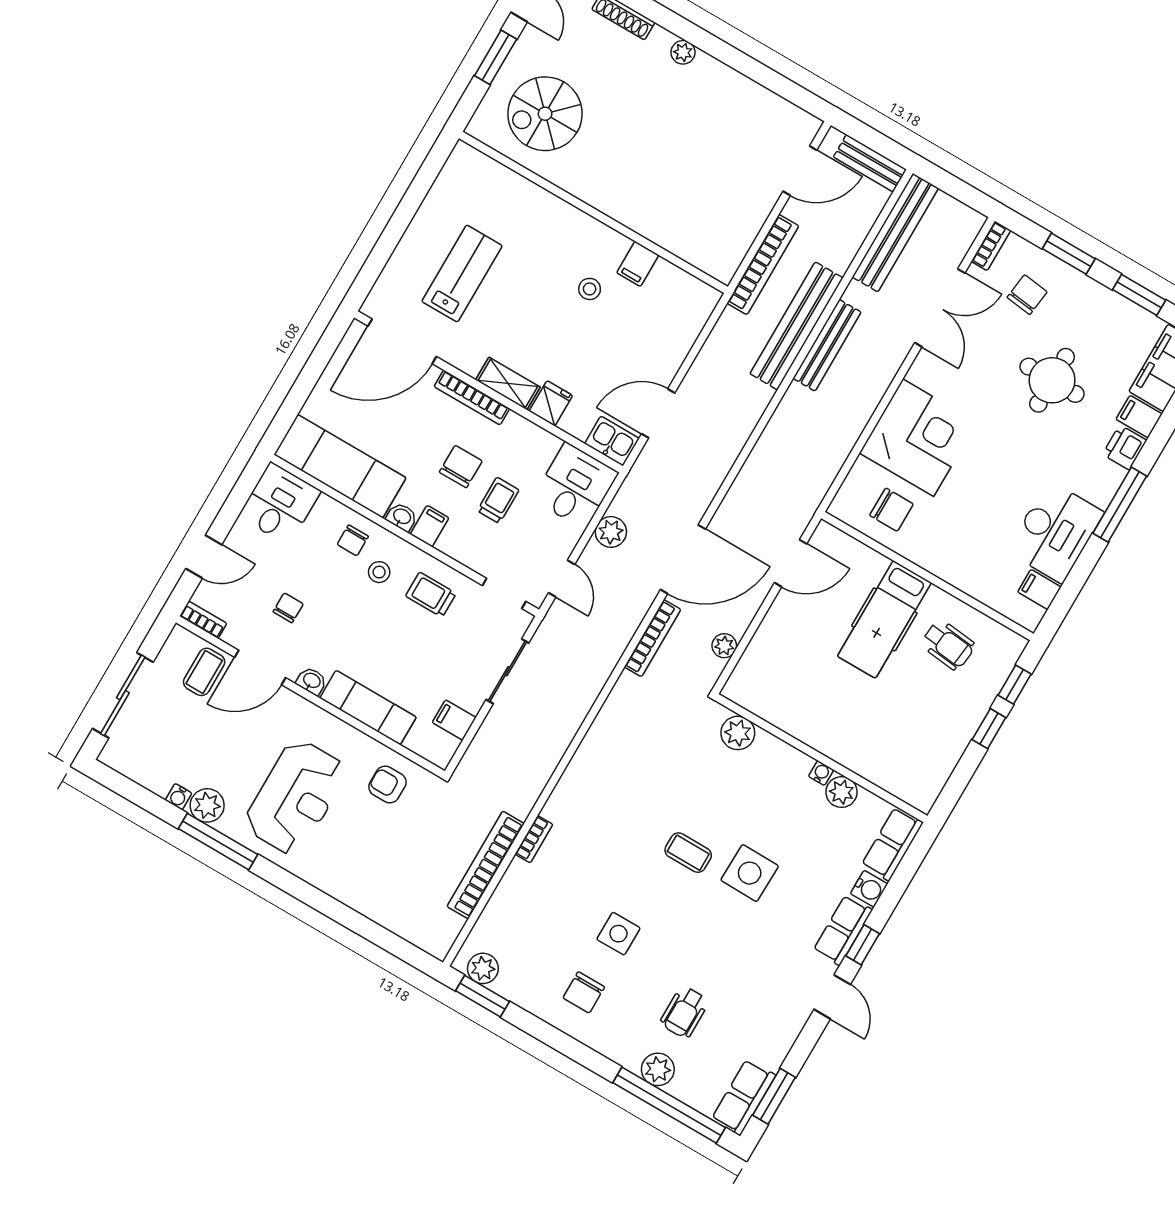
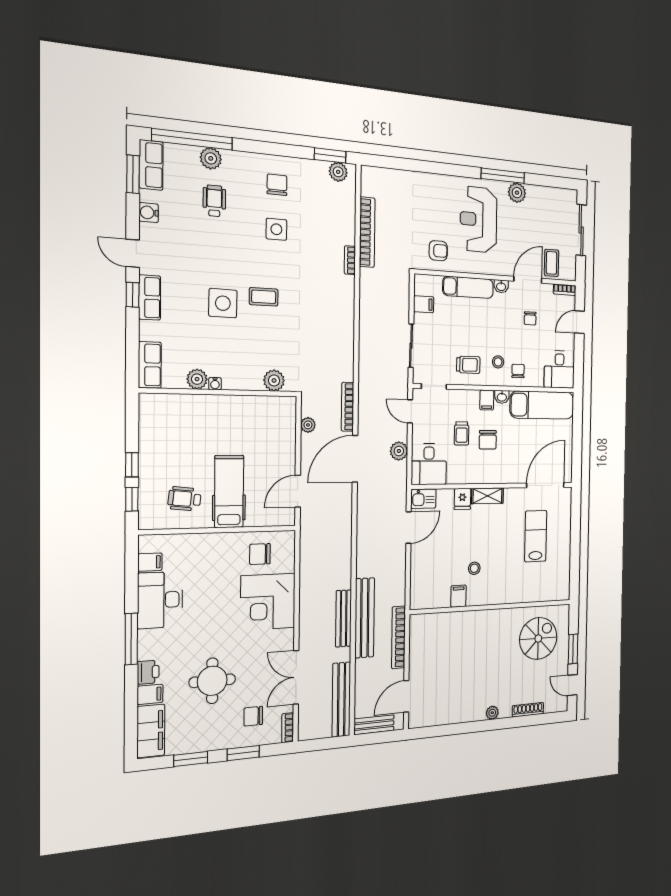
lab bench: (462, 274) -> (536, 536), turned 180
chair: (1027, 295) -> (253, 716), turned 83
bookcase: (472, 398) -> (500, 478), removed
water cooler: (179, 797) -> (532, 190), removed
water cooler: (869, 889) -> (149, 213), moved

